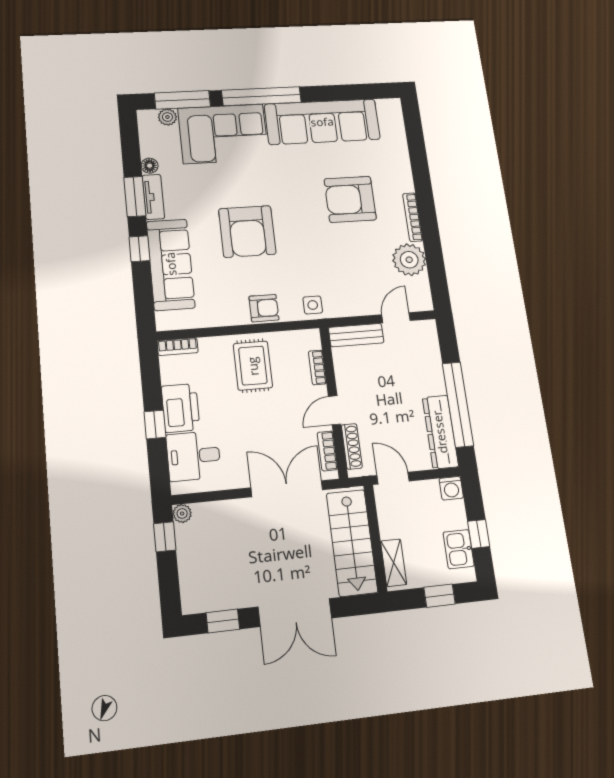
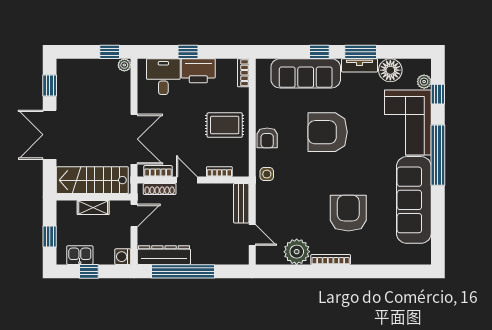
window: (182, 100) -> (438, 94), width x0.46
floor lamp: (150, 166) -> (390, 70), width x1.89, depth x1.89
shelving: (394, 563) -> (93, 207), moved

